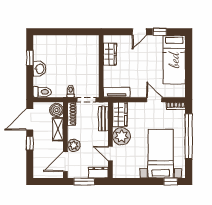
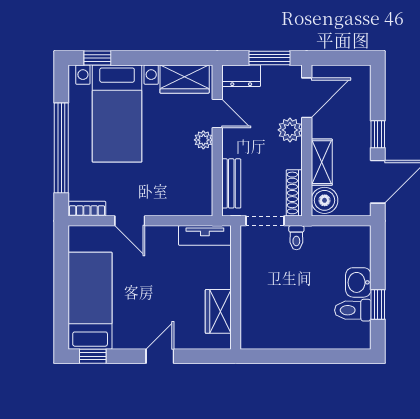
window: (160, 32) -> (93, 356), moved
toilet: (42, 92) -> (353, 310), moved
wardrobe: (120, 114) -> (185, 79), moved, turned -90
plant: (121, 136) -> (203, 140), width x0.53, depth x0.53

